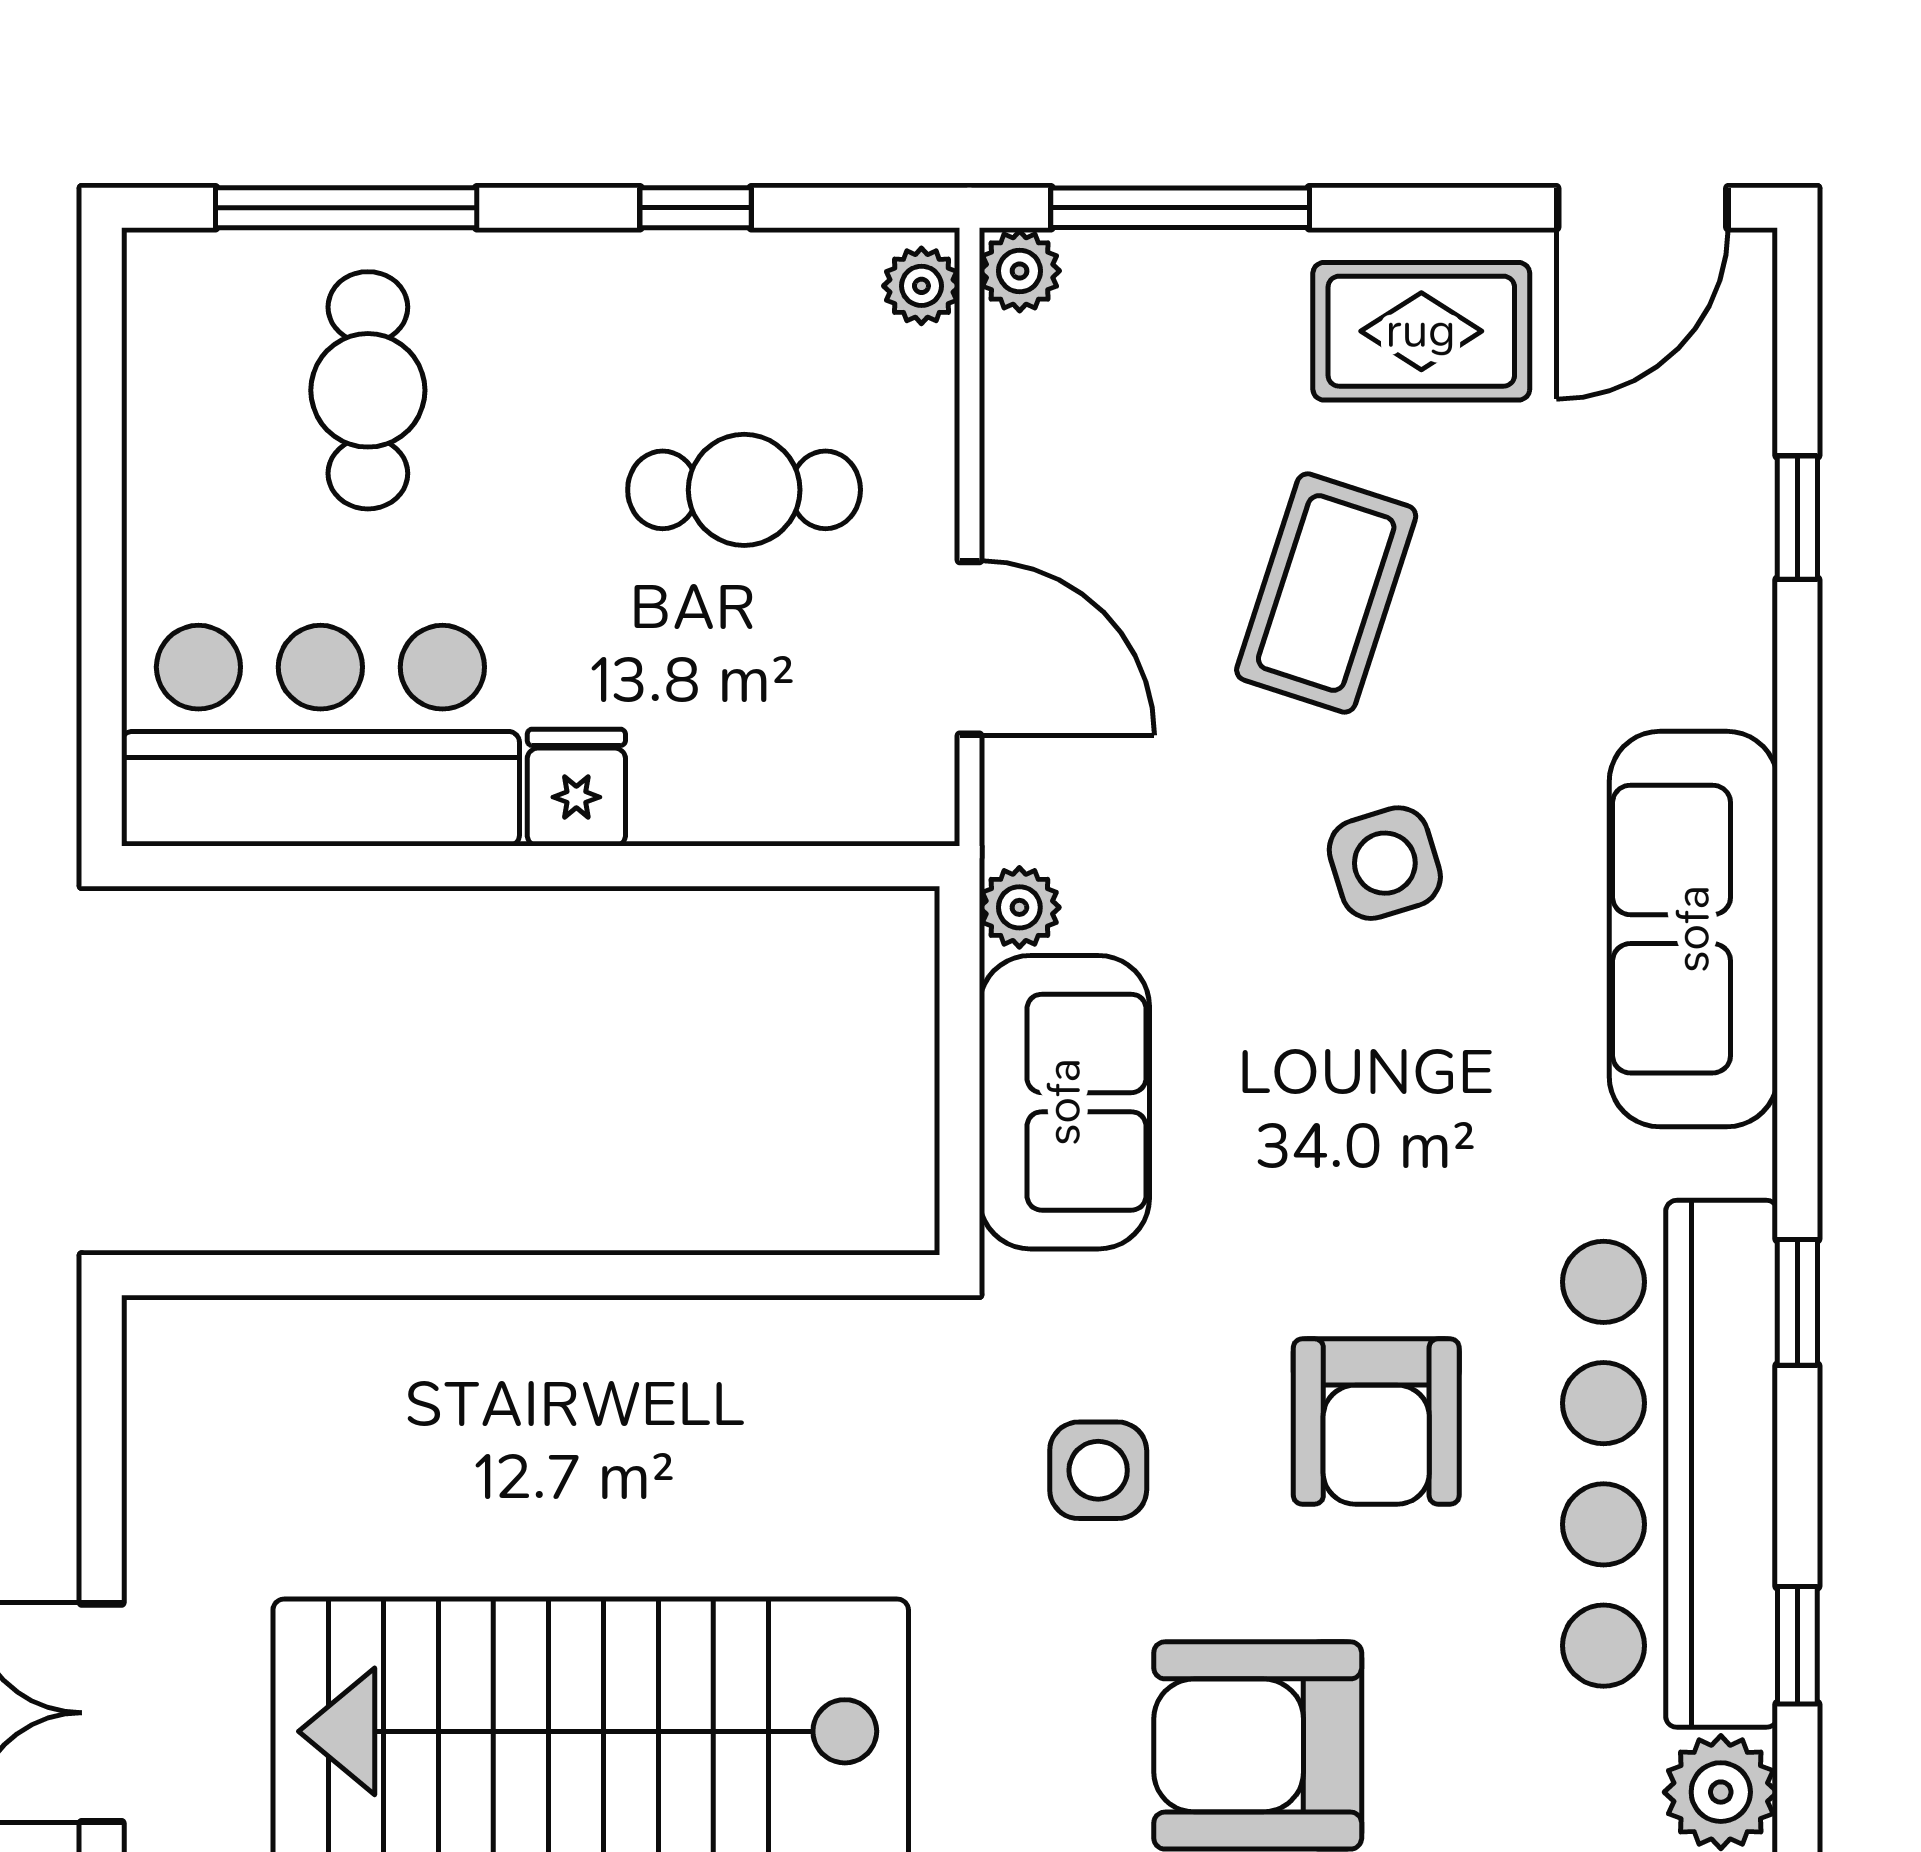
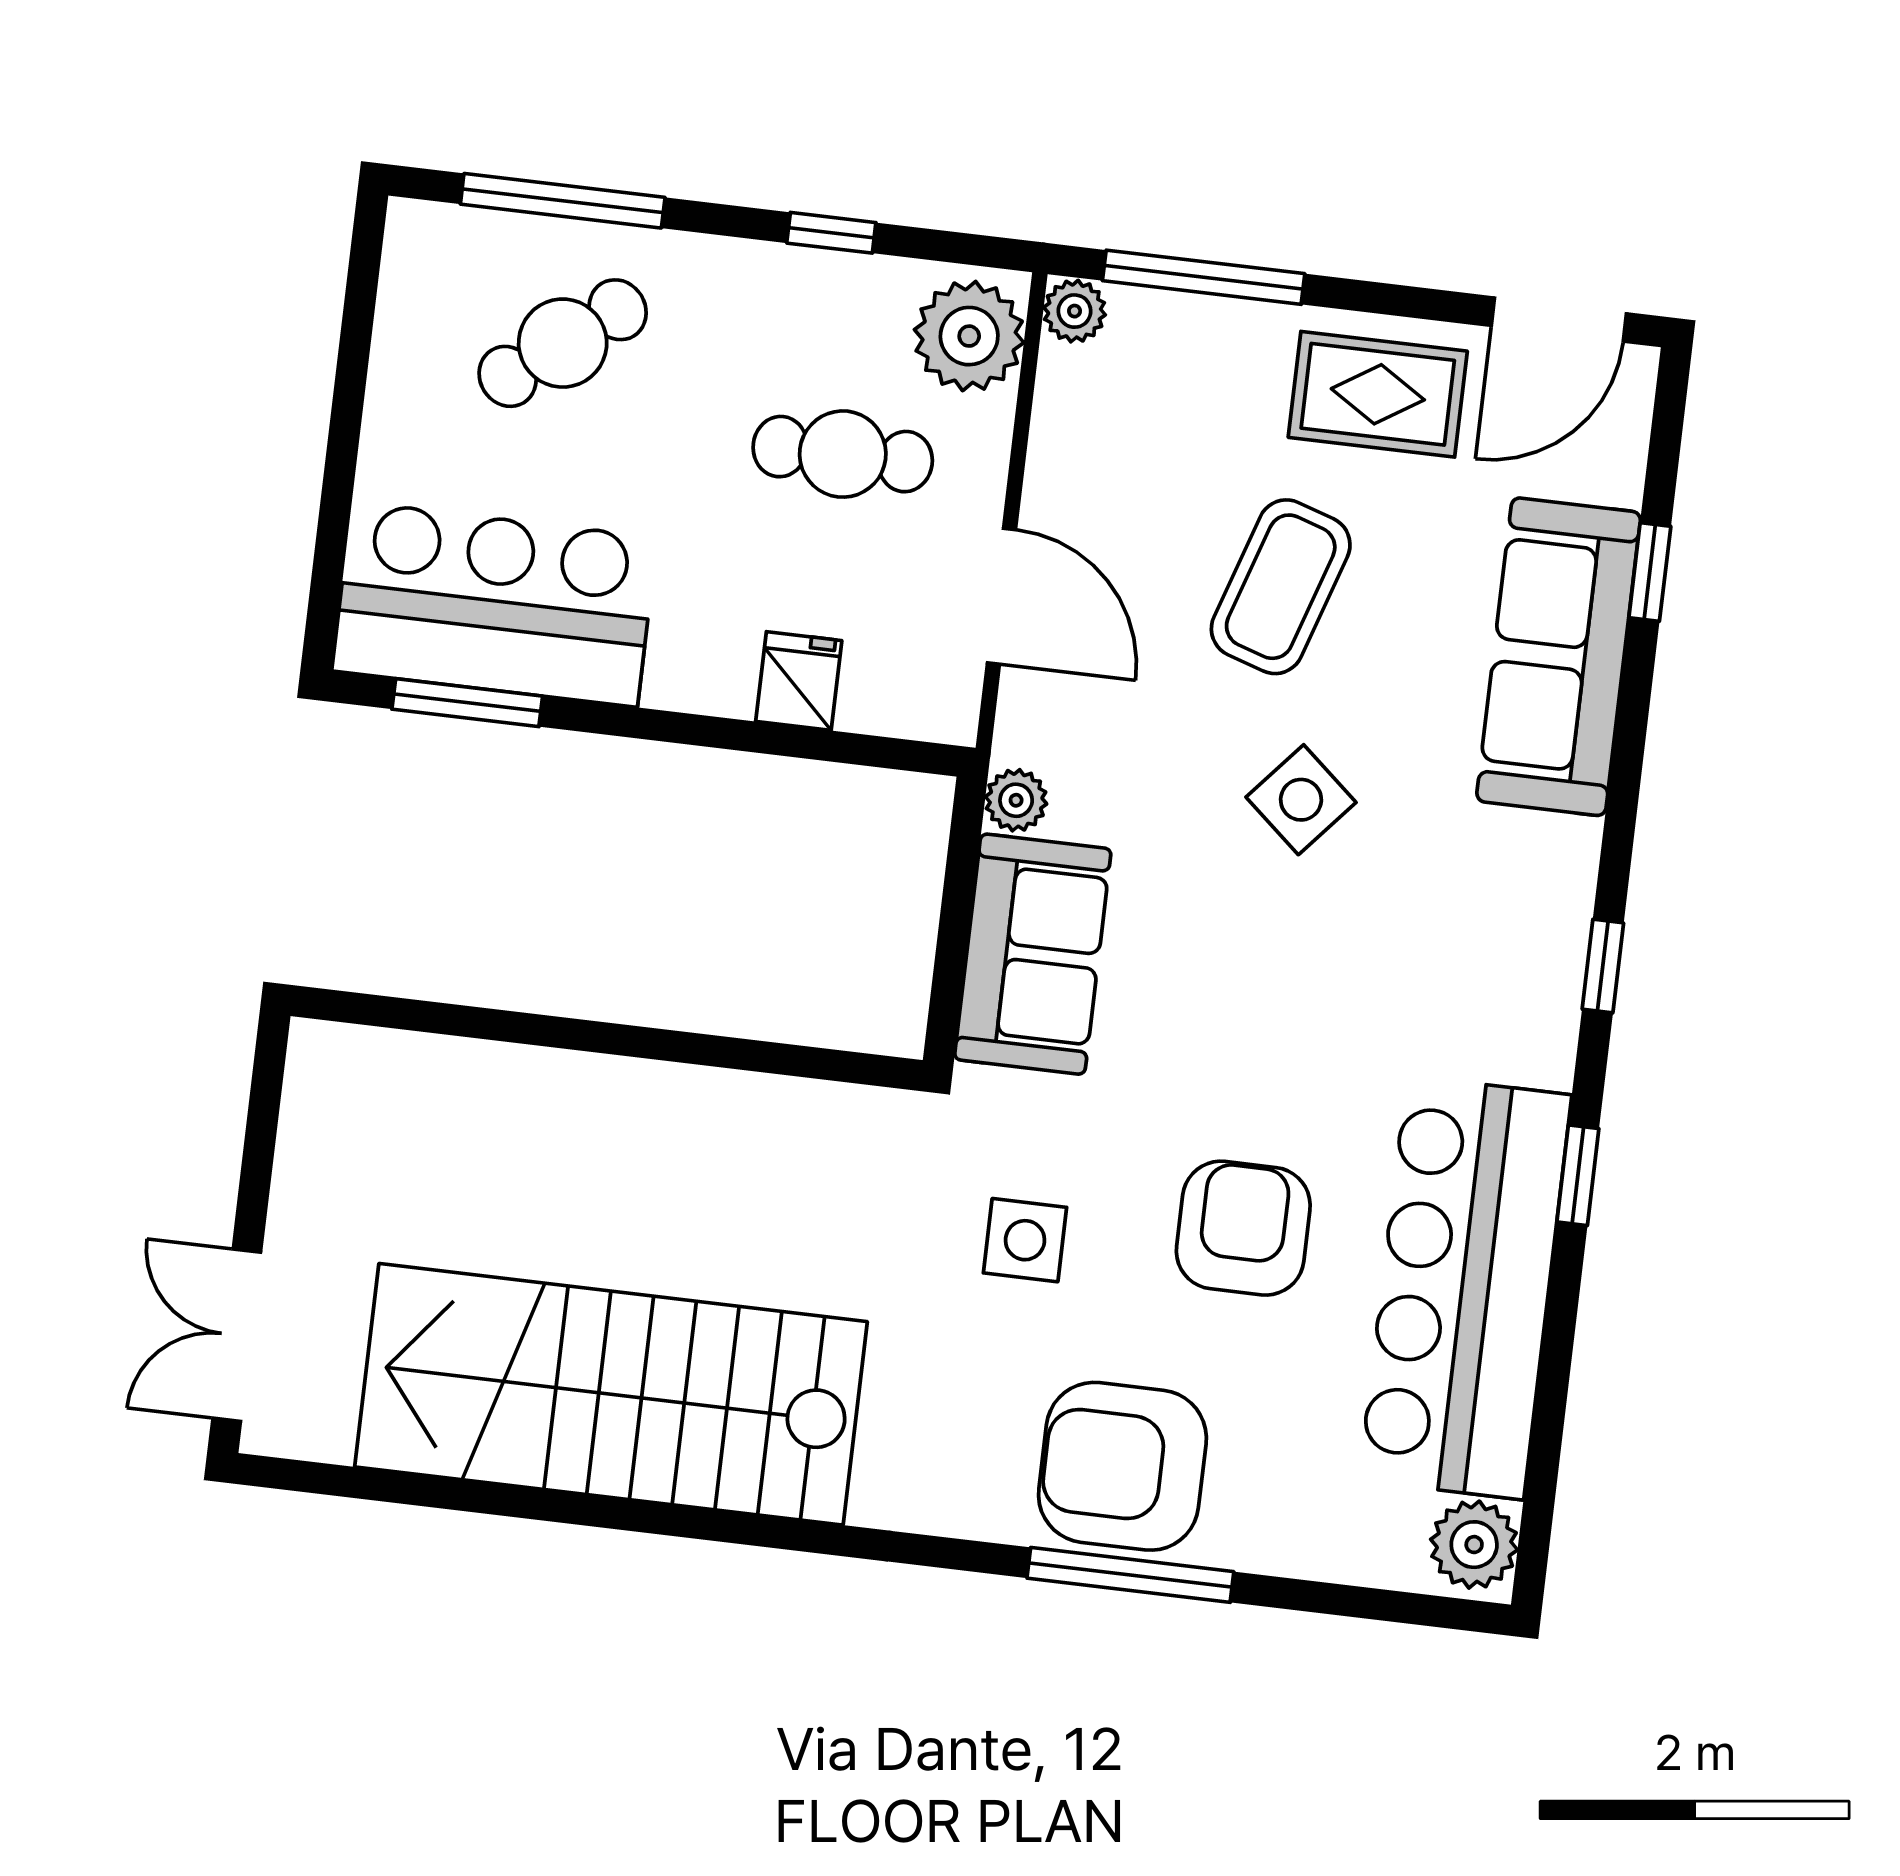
plant: (921, 286) -> (969, 336), width x1.88, depth x1.88
cafe table: (368, 390) -> (563, 343), turned 52
fridge: (576, 788) -> (799, 681), moved
side table: (1385, 863) -> (1301, 800), turned -32
window: (300, 866) -> (467, 703), added
sofa: (1693, 929) -> (1559, 657), moved
armchair: (1376, 1422) -> (1243, 1228), turned 180
window: (1797, 1645) -> (1603, 966), moved

